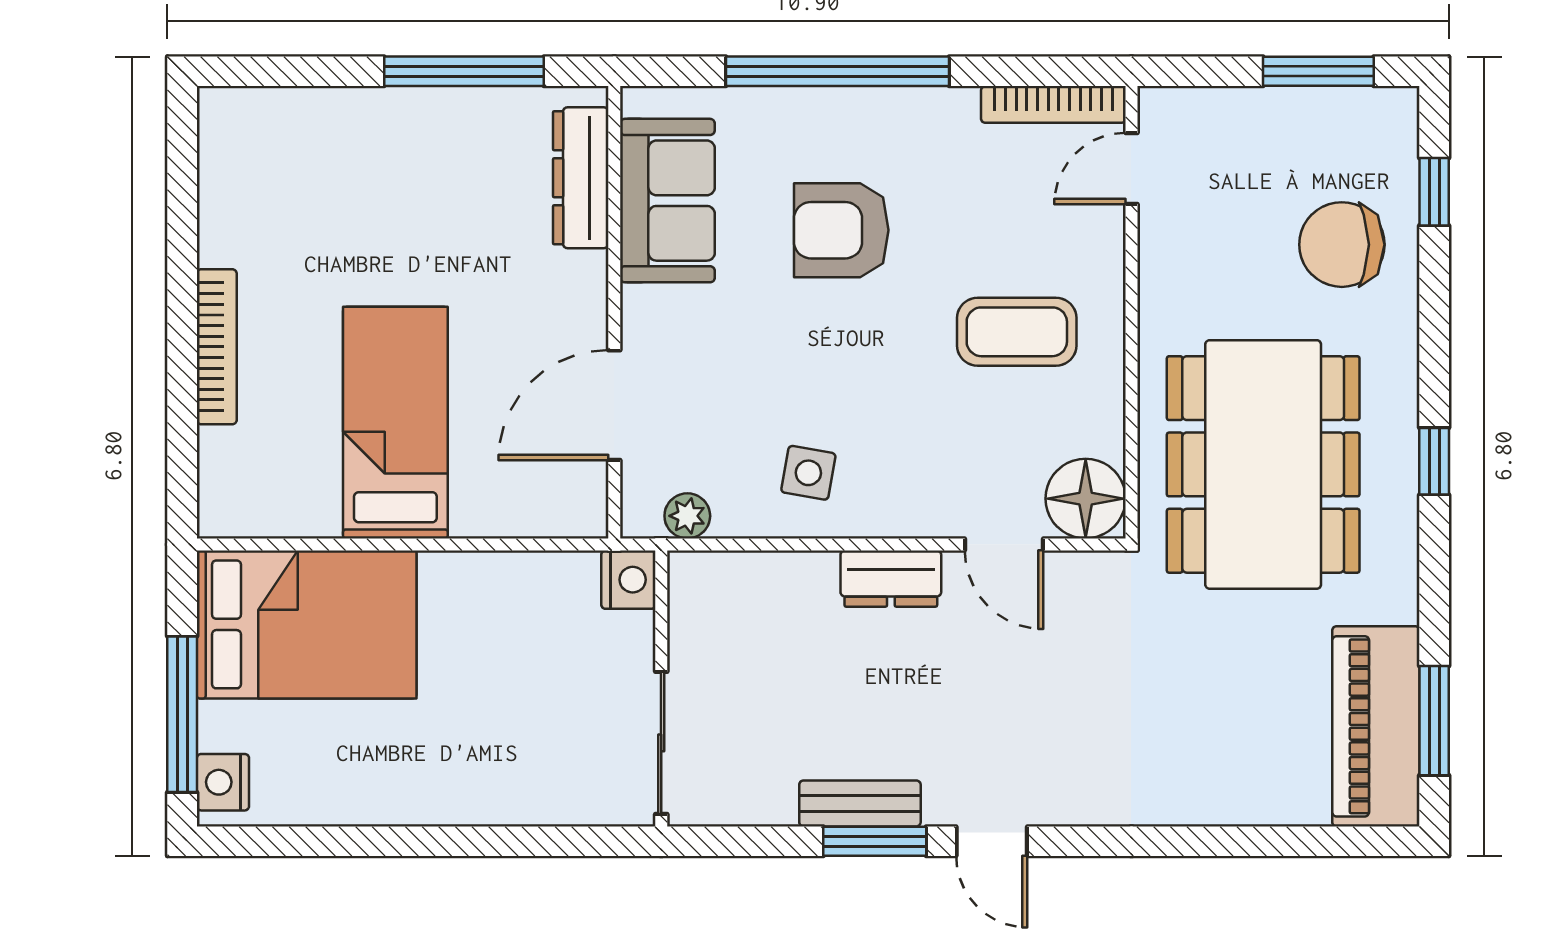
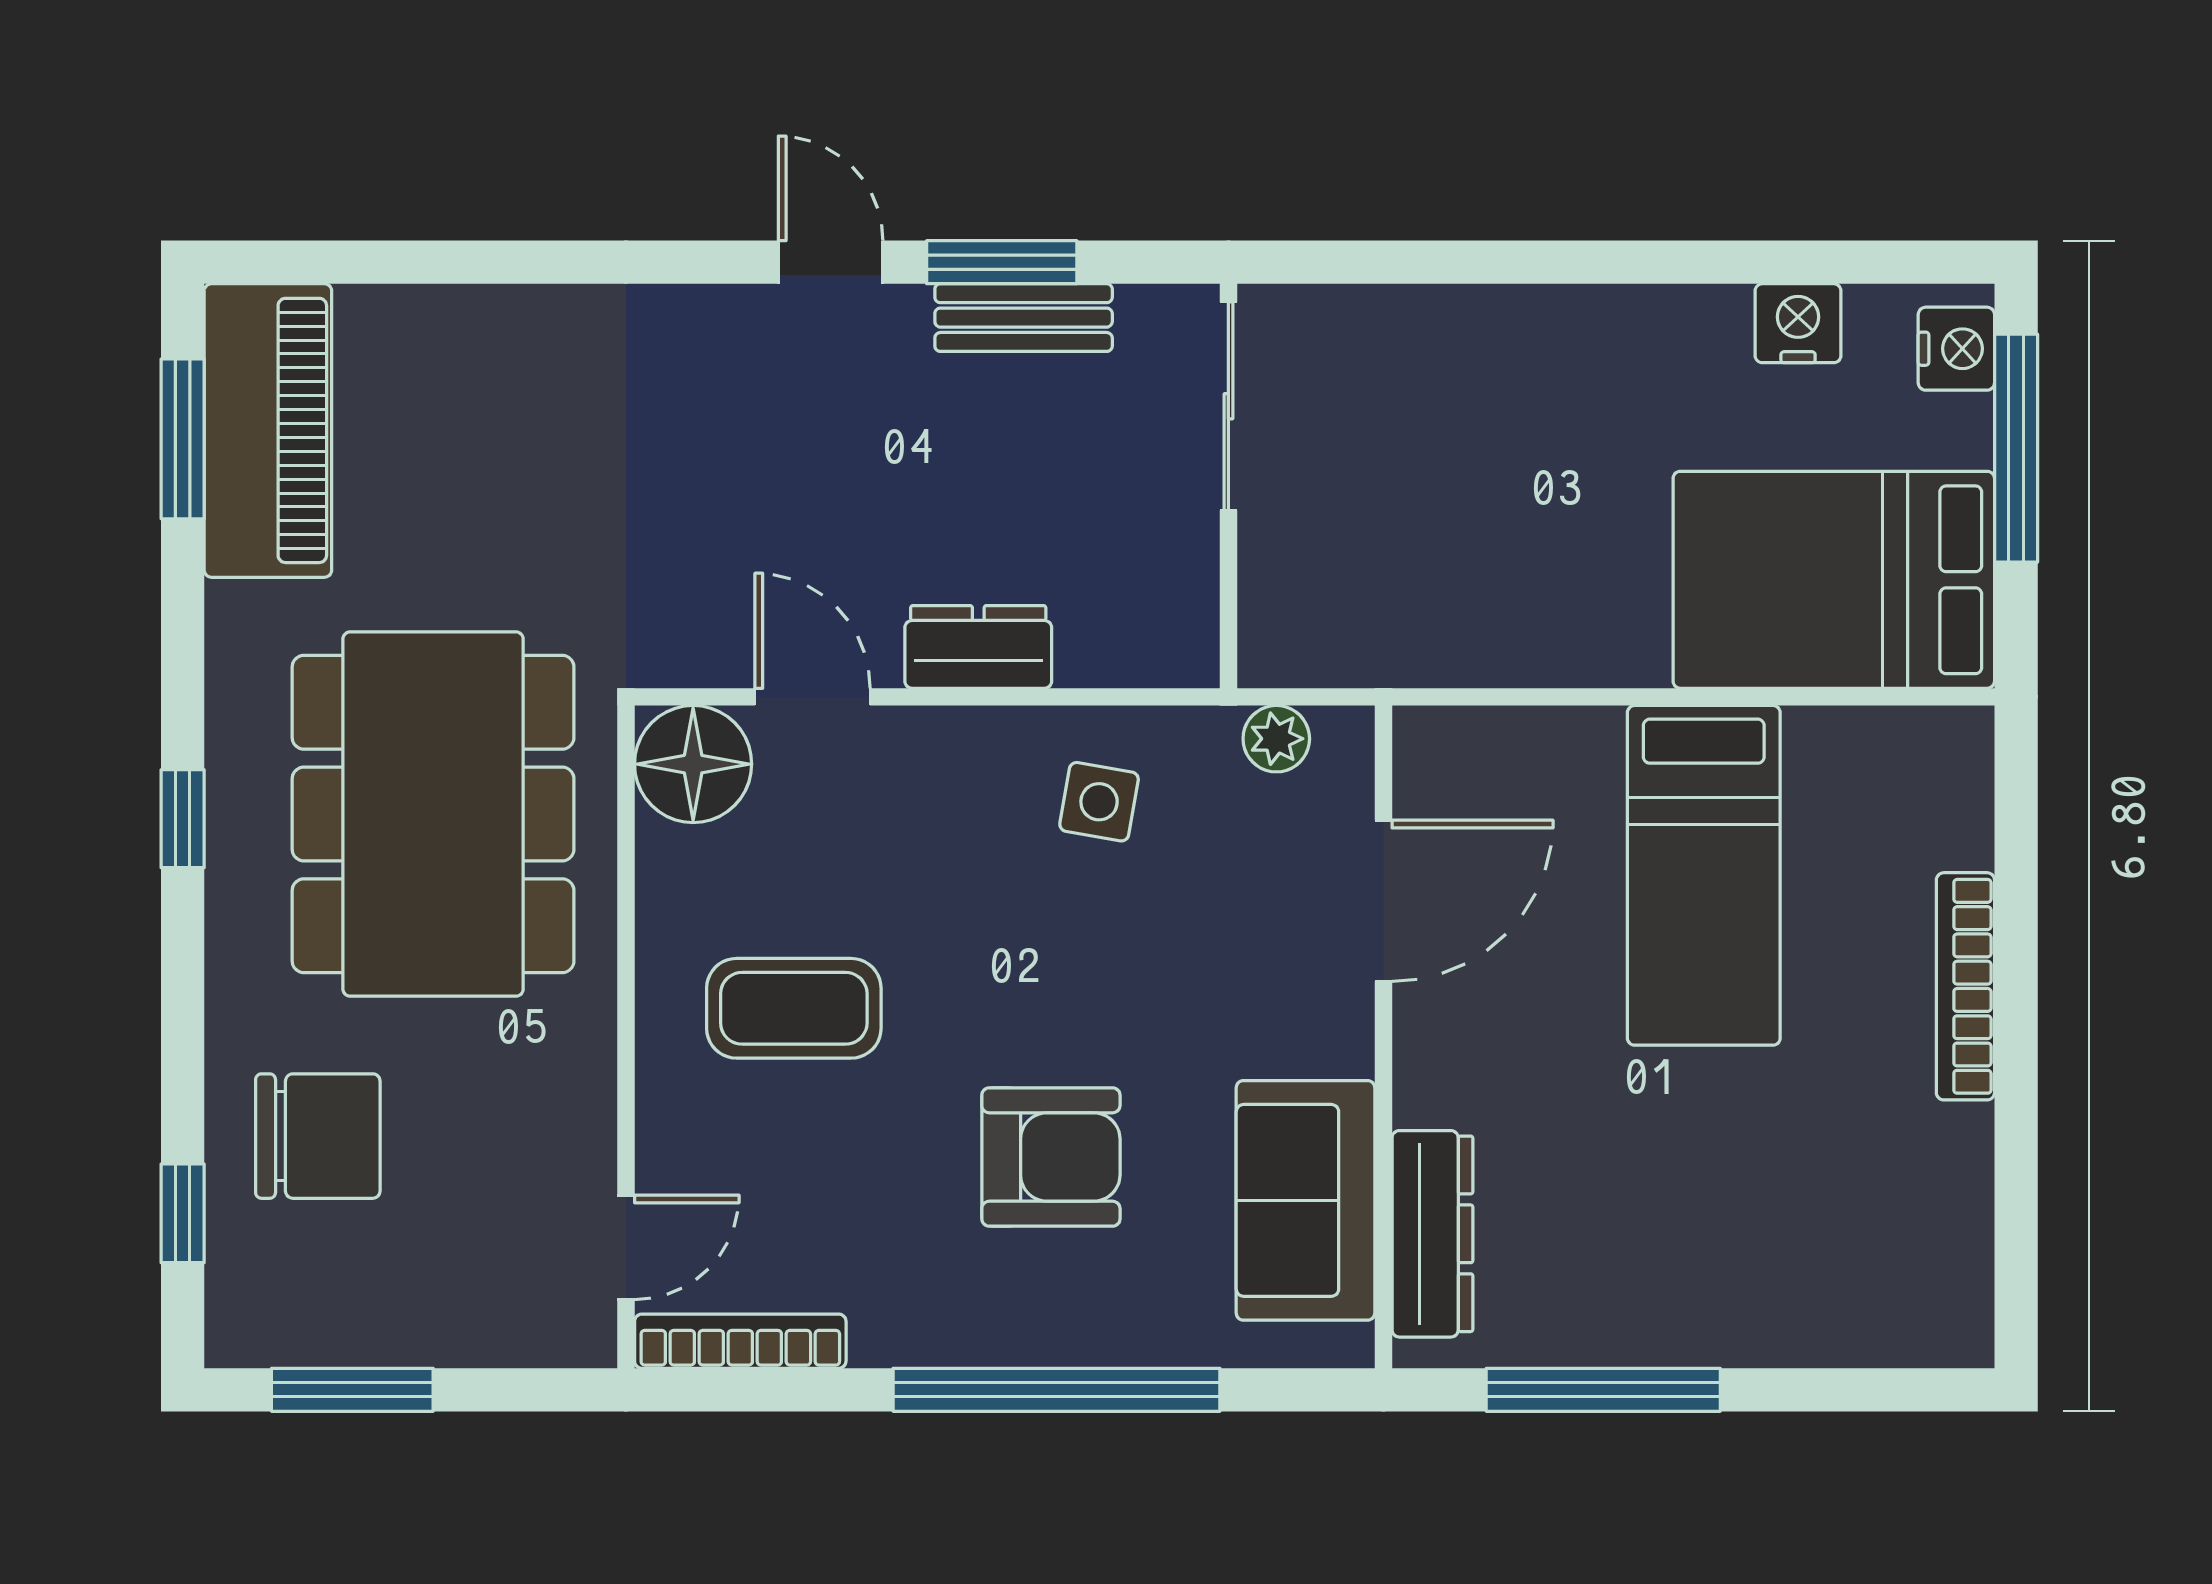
nightstand: (628, 580) -> (1798, 323), moved, turned 90
wall: (661, 688) -> (1228, 486), moved
sliding door: (661, 743) -> (1228, 406), moved

